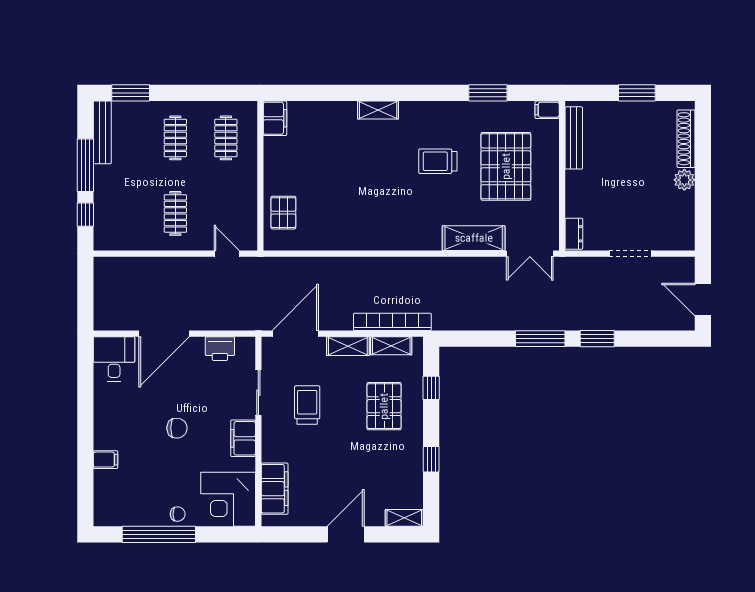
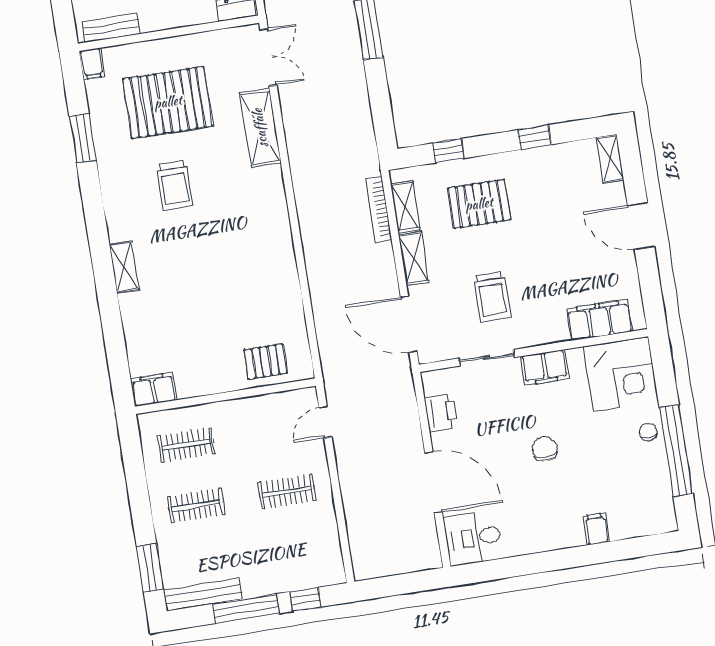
bench: (574, 138) -> (111, 28), width x0.73
bookcase: (392, 322) -> (379, 209), width x0.68, depth x0.76
trolley: (307, 405) -> (492, 297), turned -90

